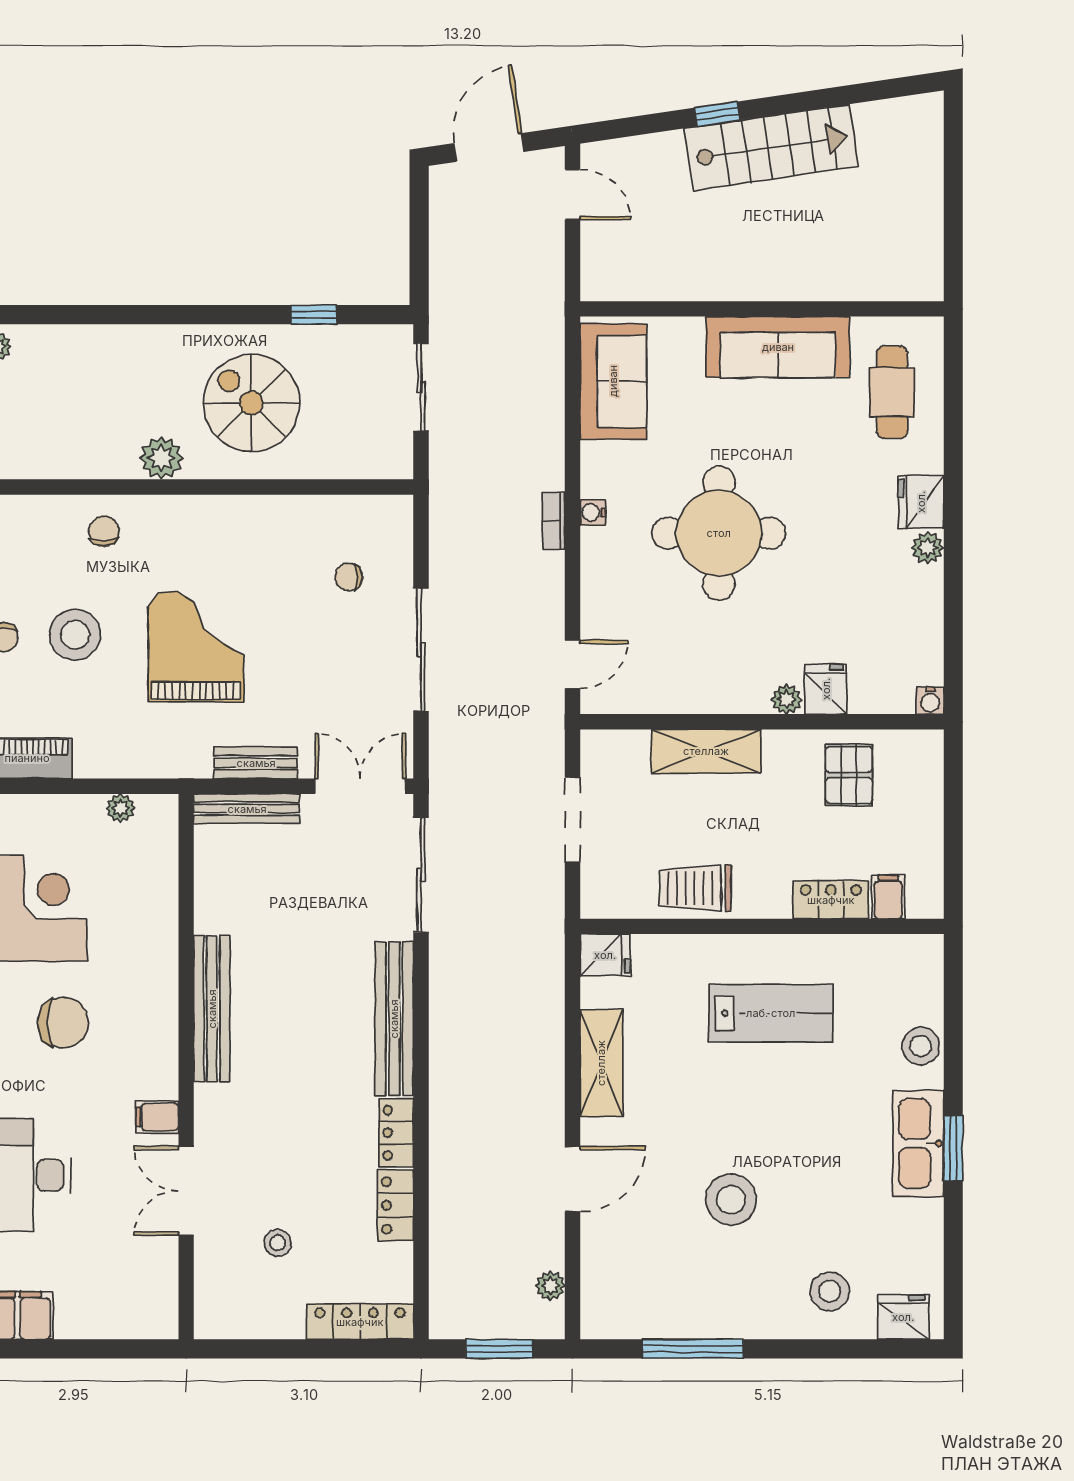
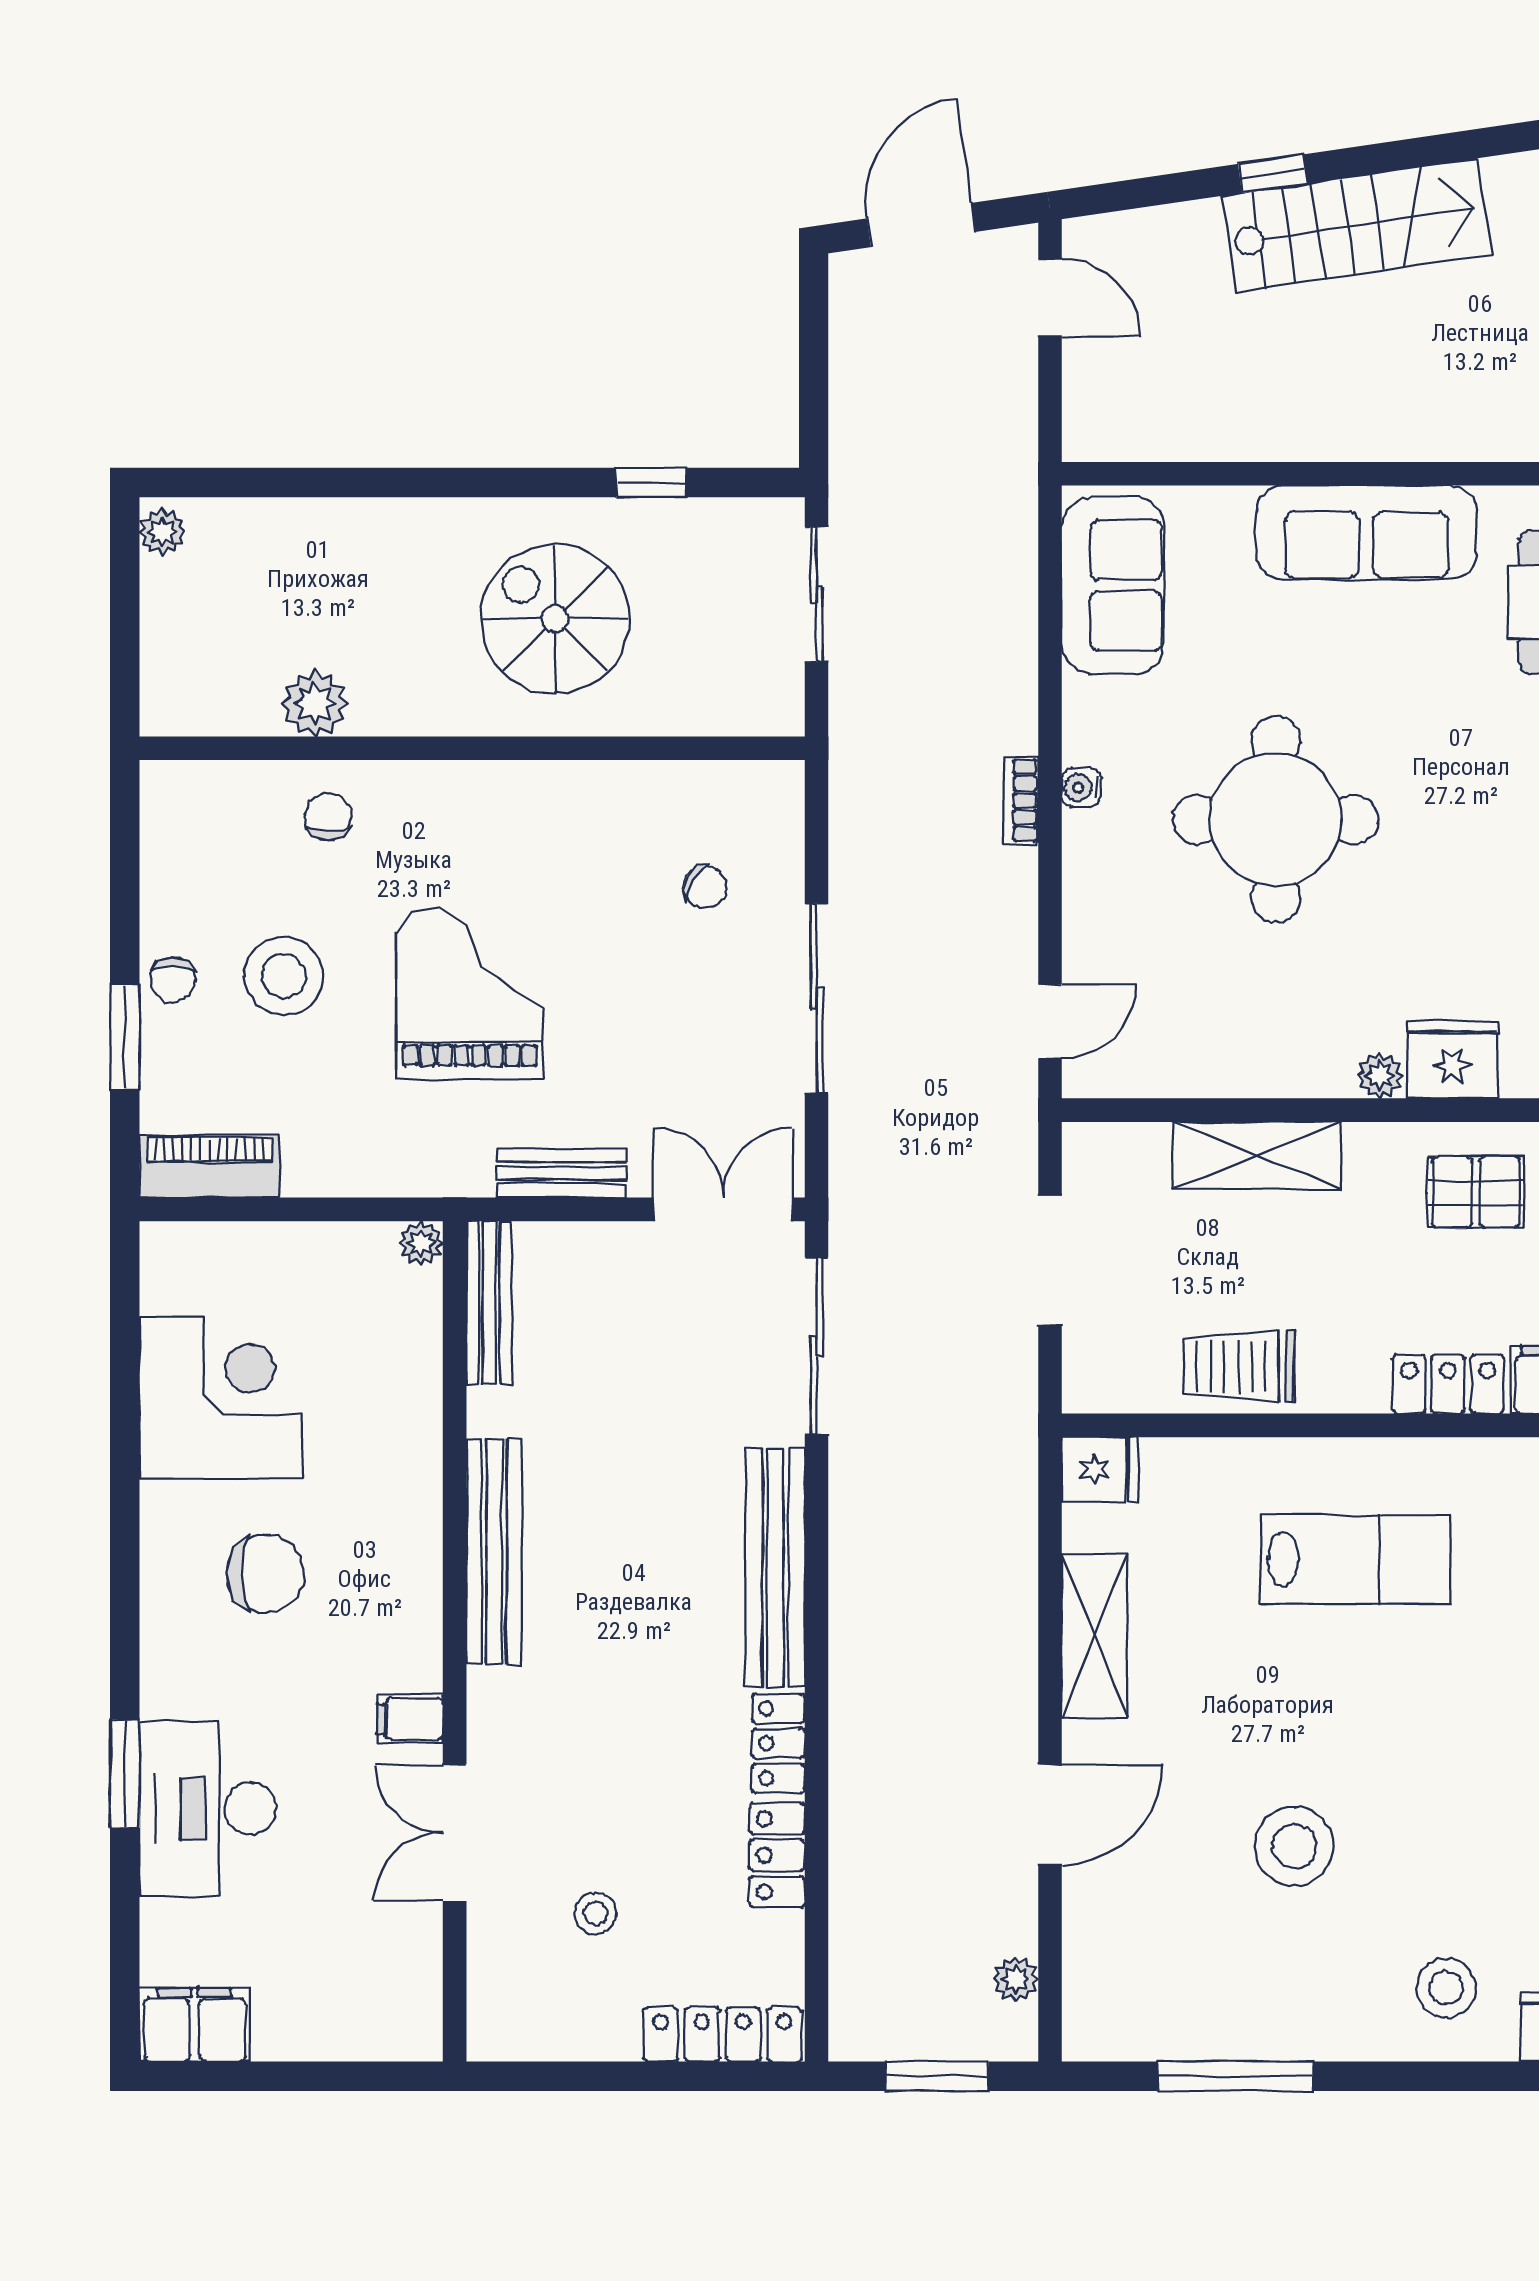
plant: (161, 458) -> (315, 703), moved
chair: (349, 577) -> (705, 887), turned -149
fridge: (826, 689) -> (1452, 1060), width x1.38
pallet: (849, 775) -> (1476, 1192), turned 90
plant: (120, 808) -> (421, 1243), moved
bench: (247, 809) -> (489, 1303), moved, turned 90

